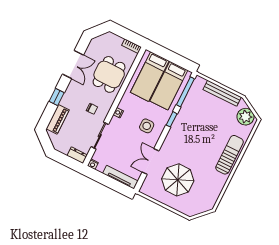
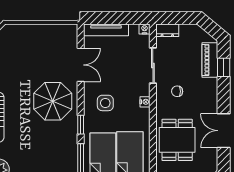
window: (57, 97) -> (224, 67), moved
parasol: (178, 180) -> (53, 101), moved

